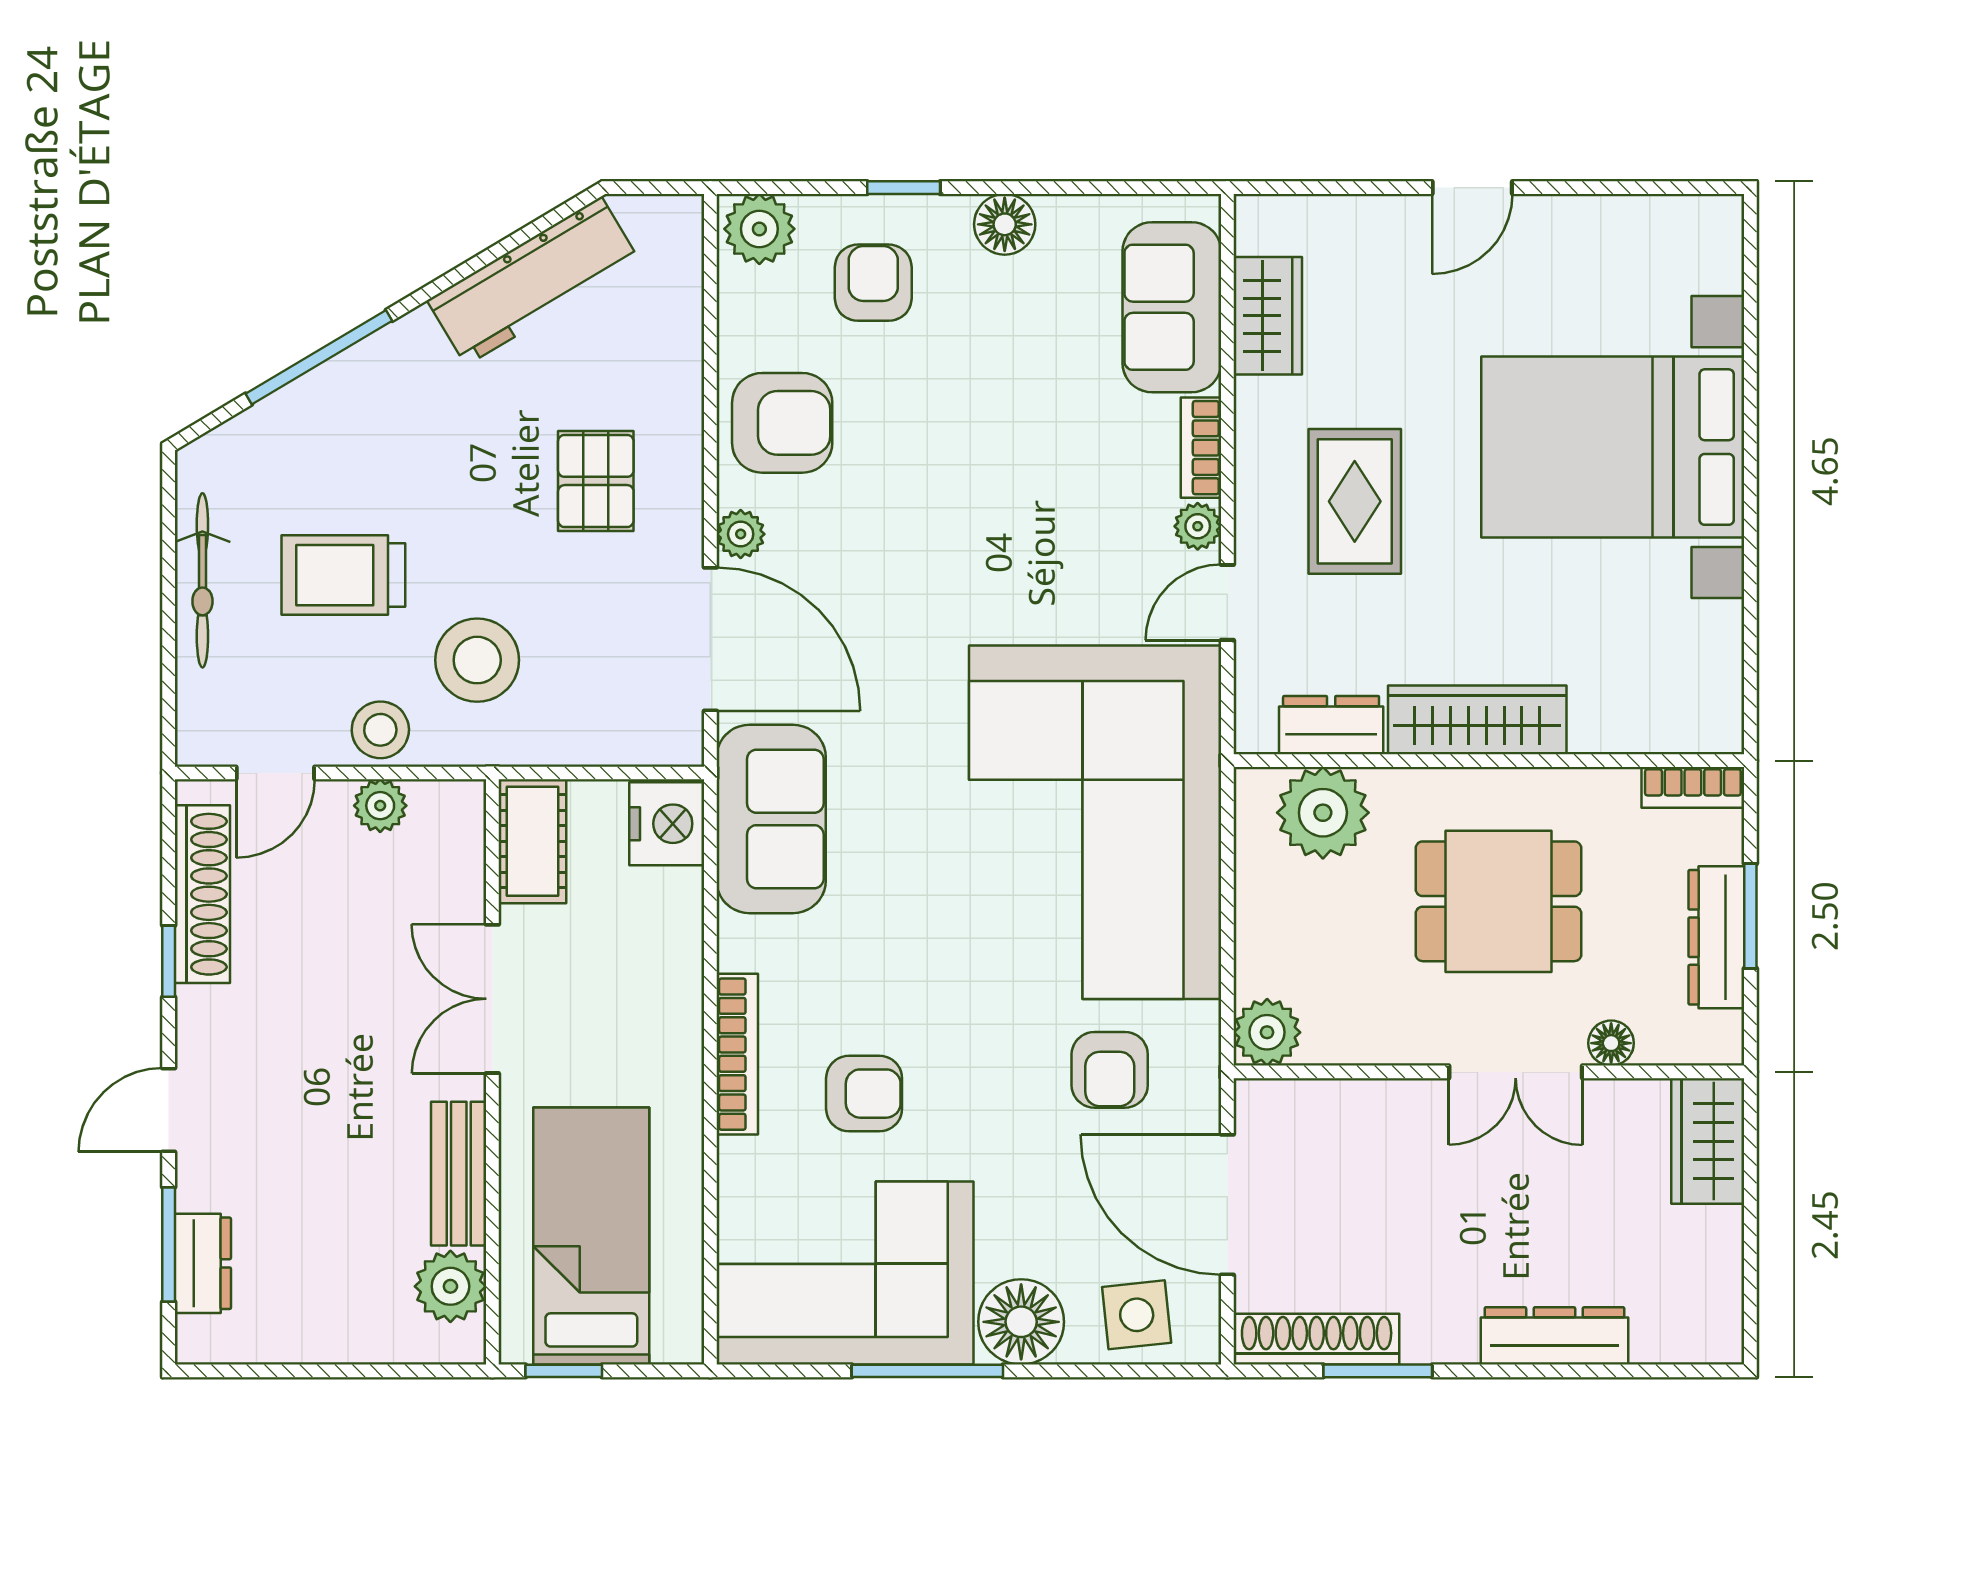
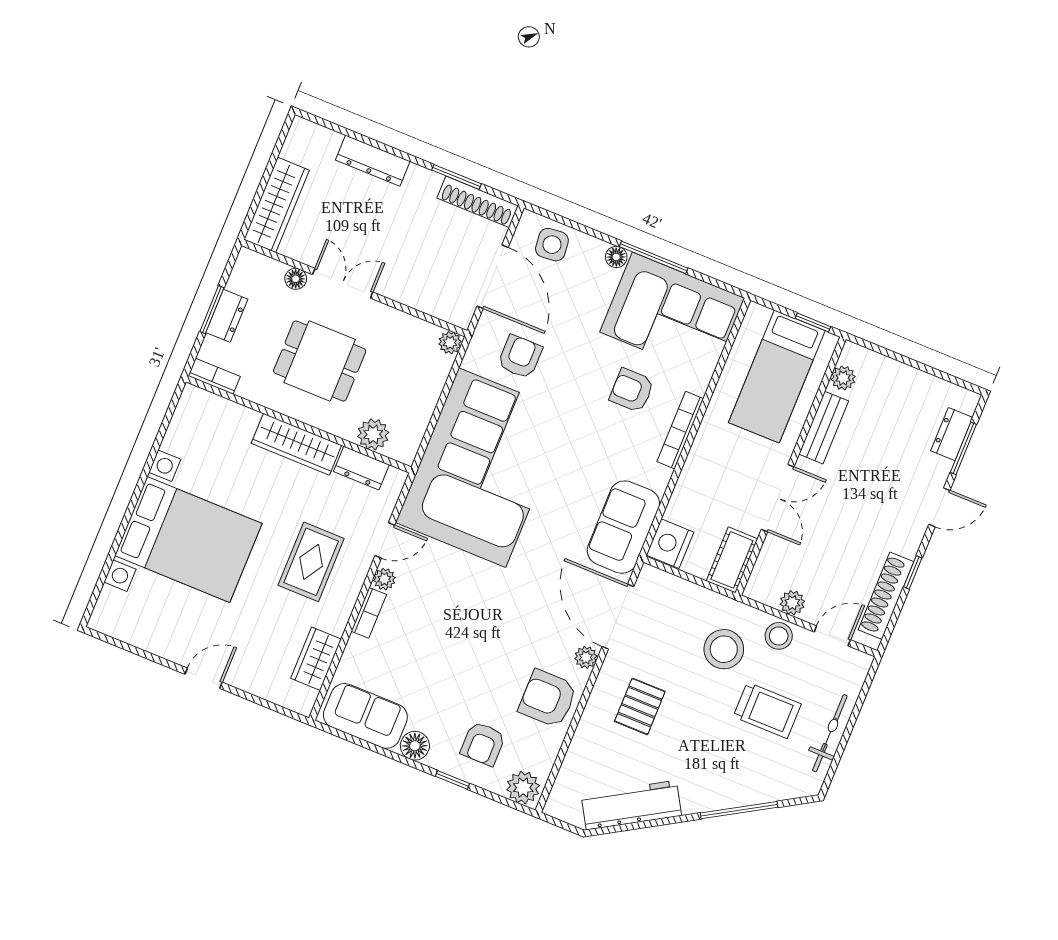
sofa: (1172, 307) -> (365, 716), moved, turned -90
plant: (1323, 813) -> (373, 434), width x0.73, depth x0.73
dresser: (1716, 937) -> (227, 316), width x0.70
plant: (1267, 1032) -> (450, 343), width x0.73, depth x0.73
wardrobe: (1708, 1141) -> (276, 205), width x1.50
plant: (450, 1286) -> (843, 378), width x0.73, depth x0.73
floor lamp: (1021, 1322) -> (616, 257), width x0.53, depth x0.53

